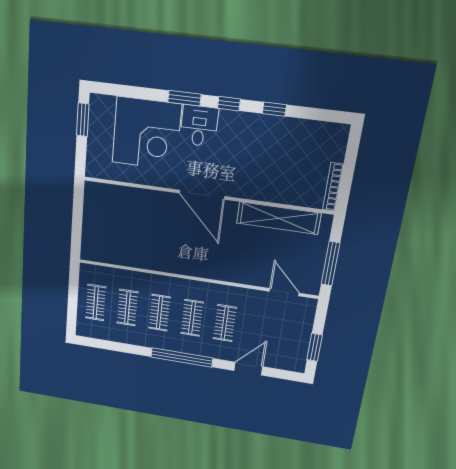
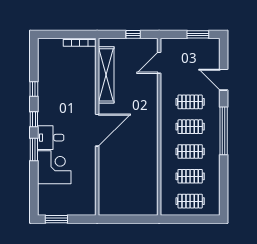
corner desk: (147, 134) -> (54, 167), width x0.74, depth x0.74
window: (330, 264) -> (133, 34), width x0.46

